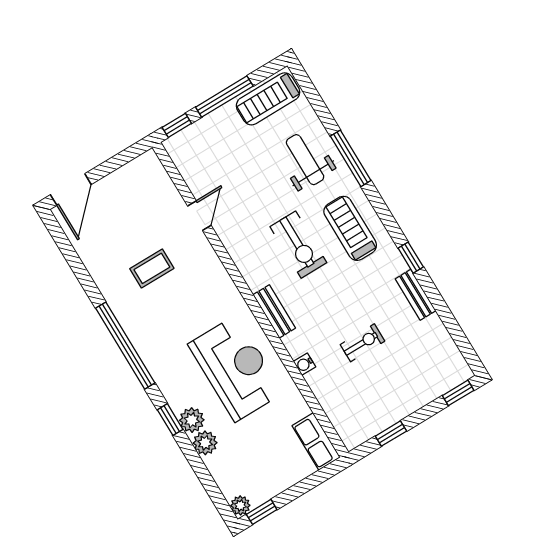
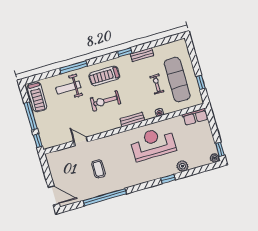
exercise bike: (298, 245) -> (105, 101), turned 180
window: (125, 346) -> (105, 197), moved
exercise mat: (384, 383) -> (177, 80), added
window: (458, 393) -> (191, 48), removed
plant: (192, 420) -> (171, 169), removed

